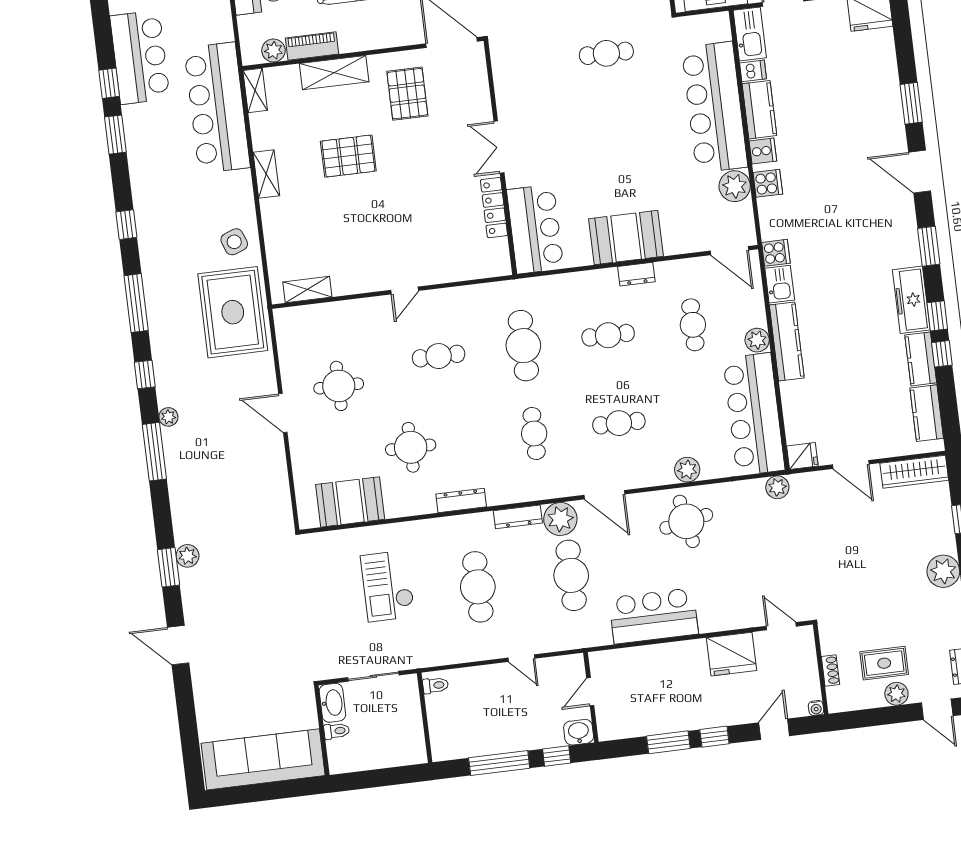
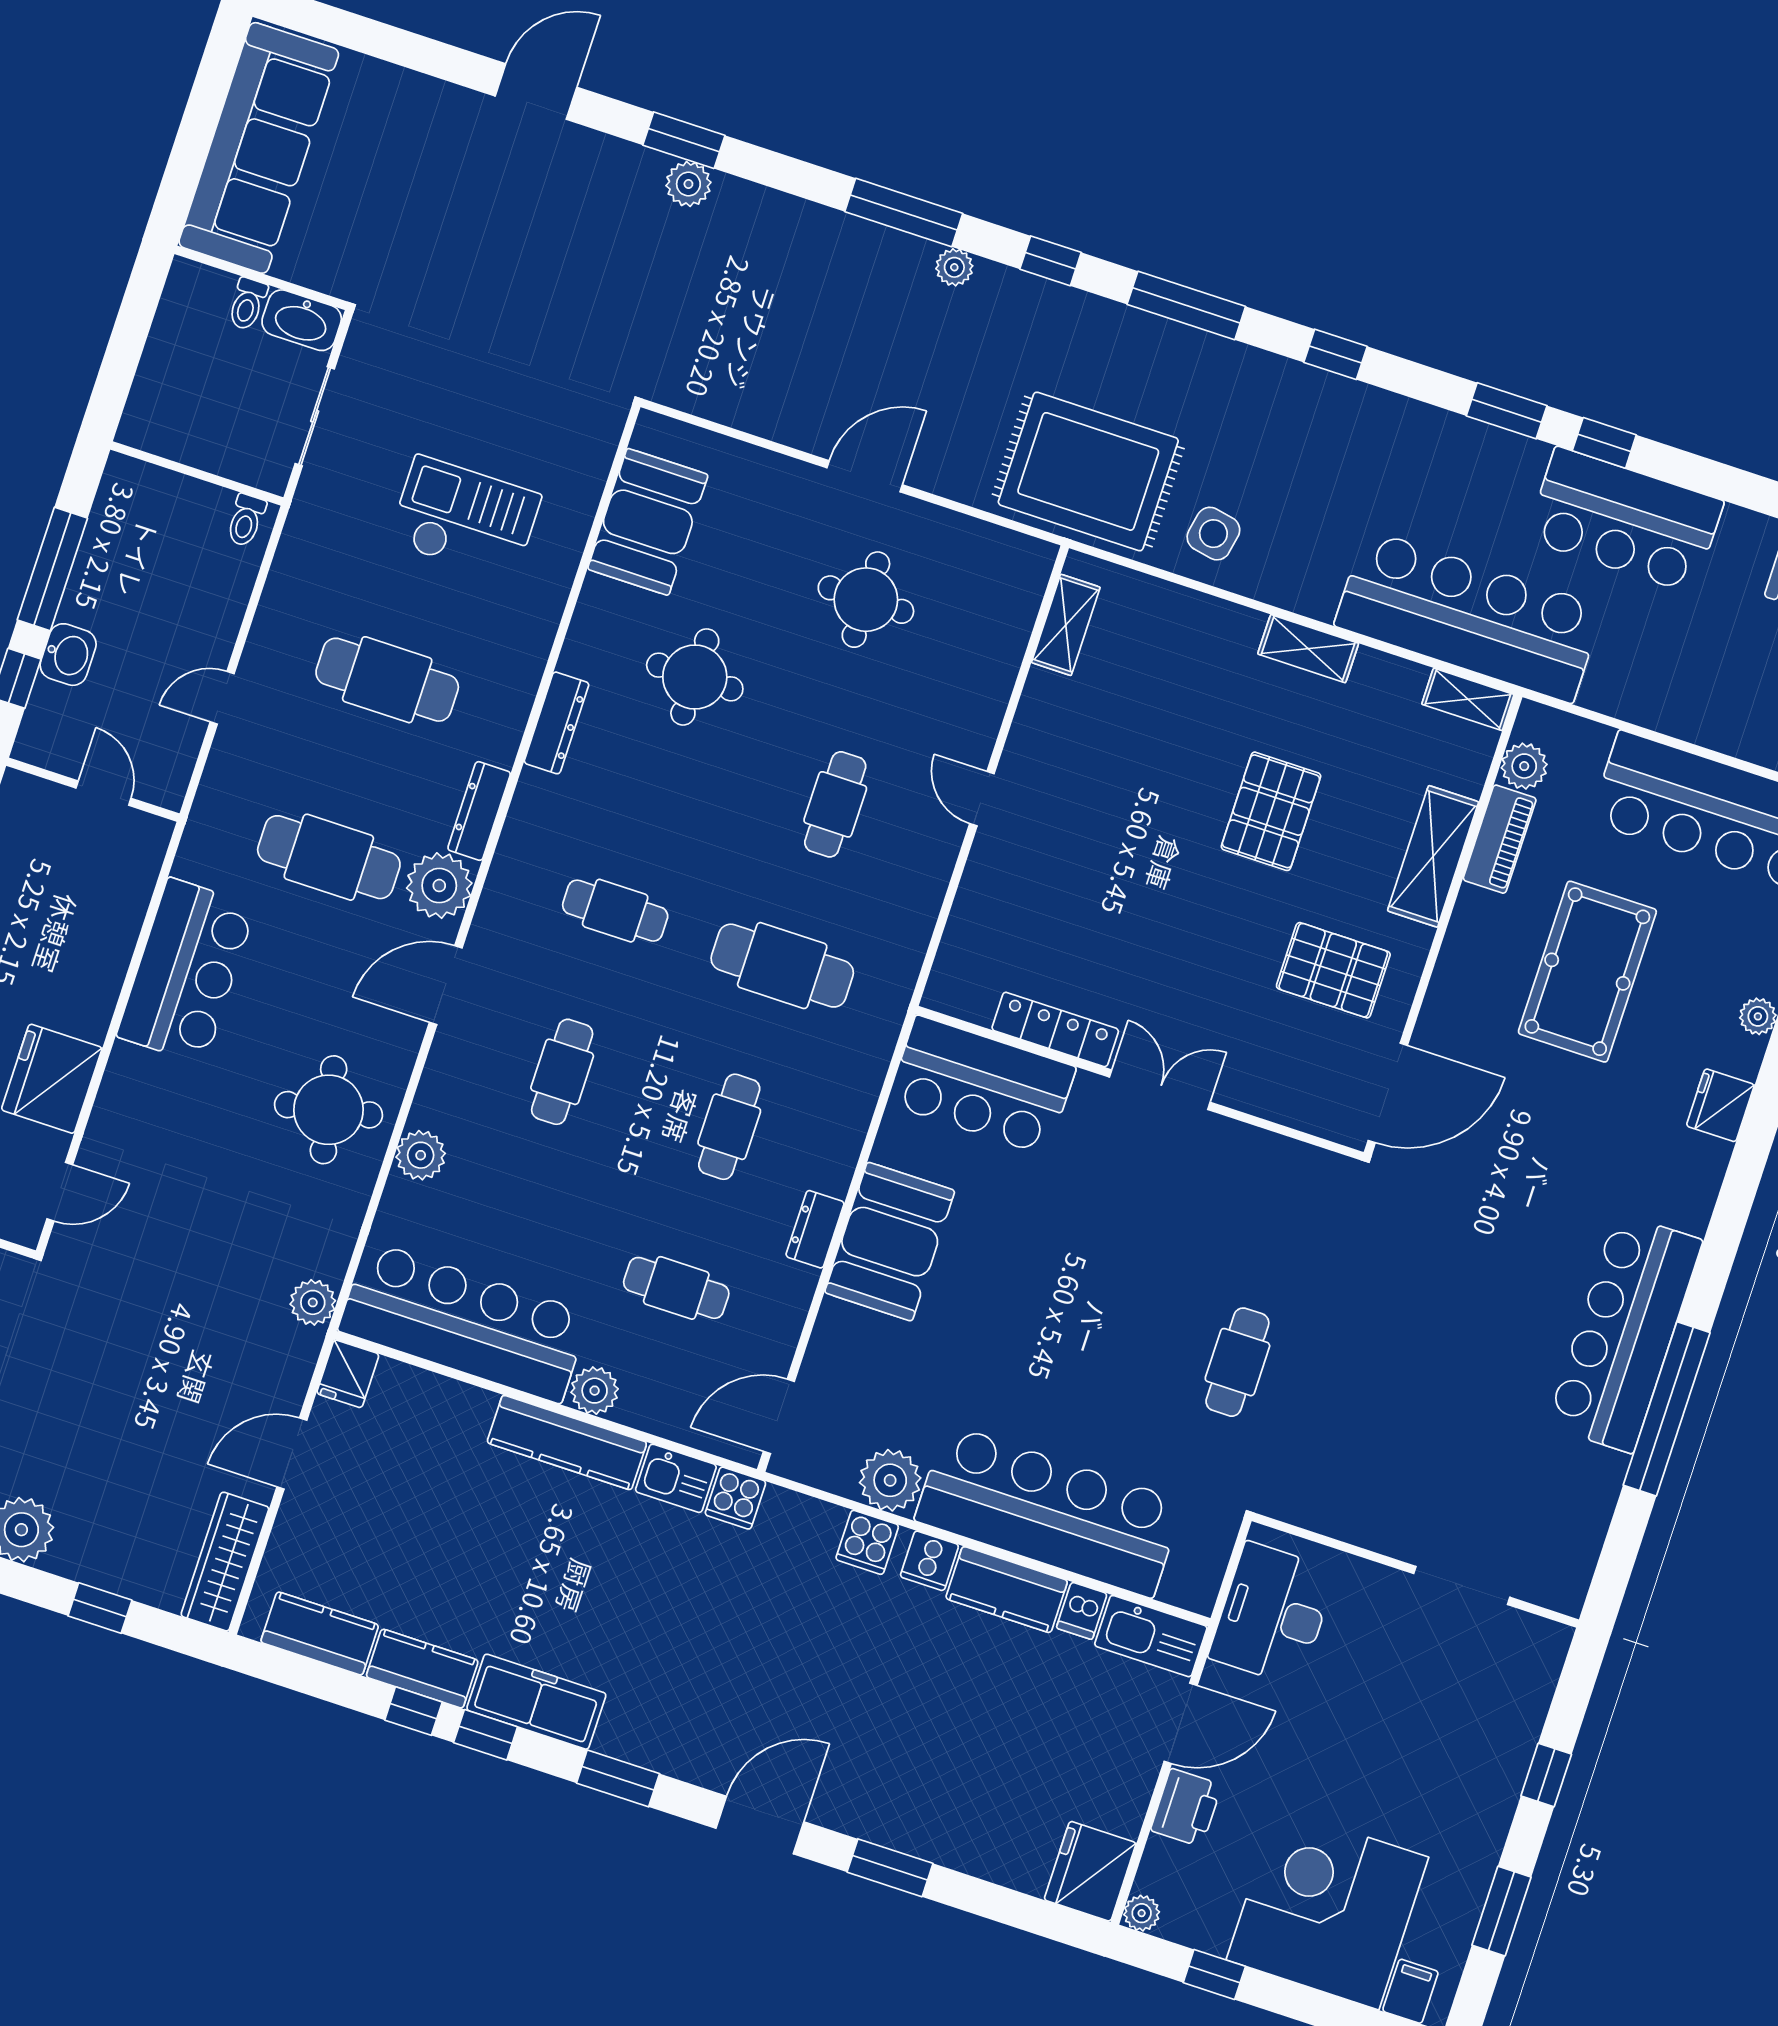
side table: (234, 242) -> (1213, 534), turned 32
washbasin: (579, 732) -> (68, 655), moved

